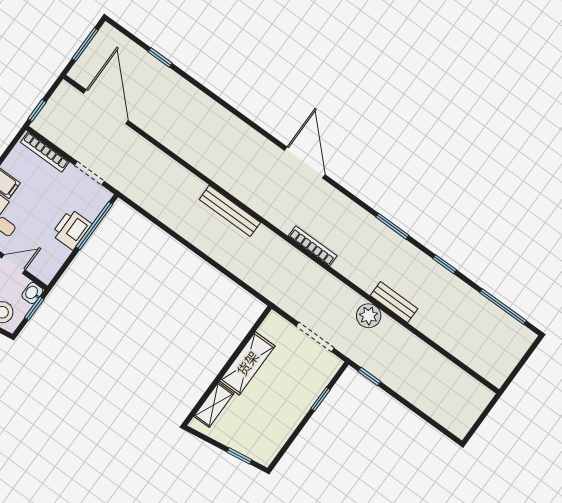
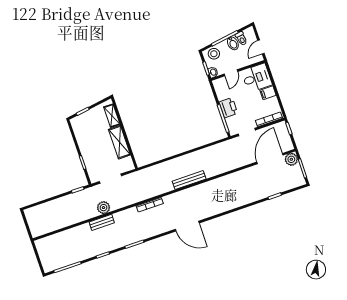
plant: (83, 72) -> (291, 159), added
door: (106, 107) -> (270, 159), swing flipped

